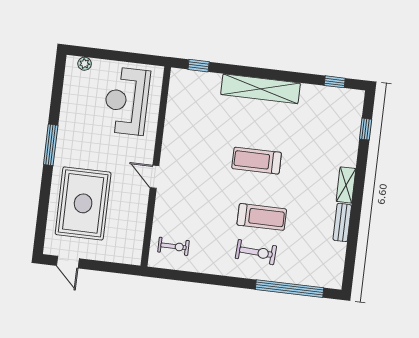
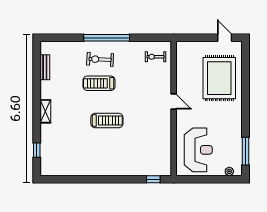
window: (335, 82) -> (61, 179), removed
shelving: (261, 89) -> (110, 169), removed
window: (51, 145) -> (245, 151), moved
bench: (342, 222) -> (45, 67), moved
window: (289, 289) -> (107, 38), moved

